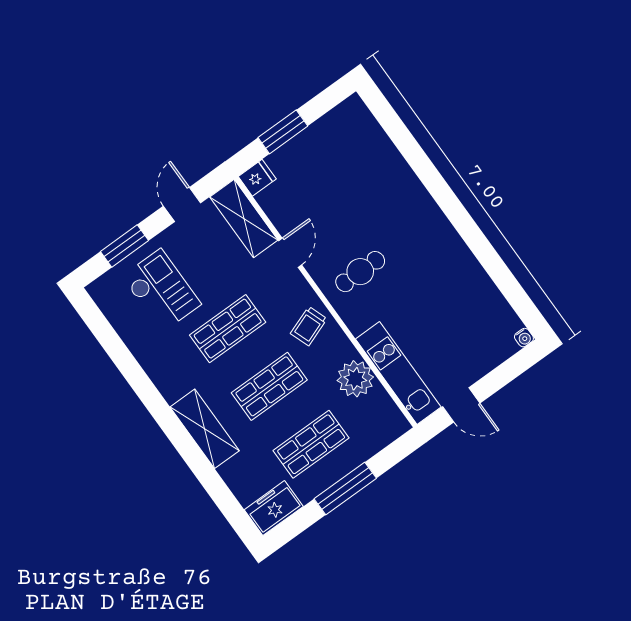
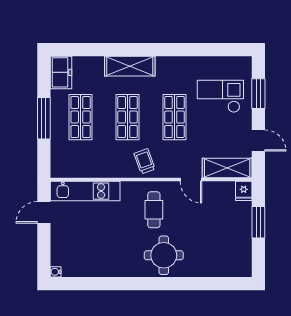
round table: (407, 219) -> (164, 255), added
checkout: (161, 290) -> (220, 96), turned 180
plant: (355, 379) -> (99, 166), removed

